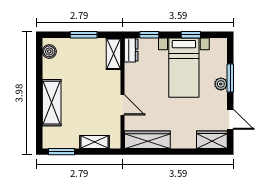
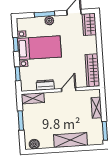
dresser: (131, 50) -> (45, 85), moved

